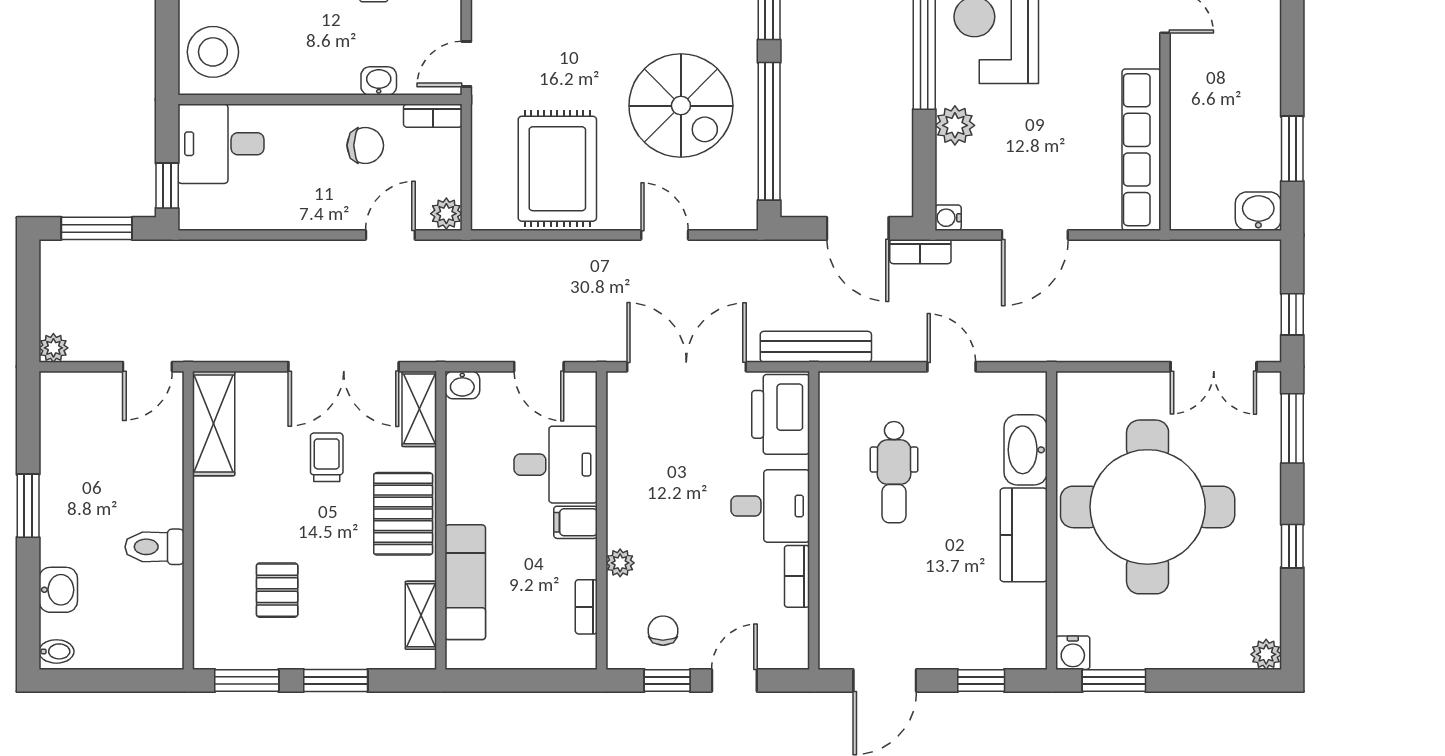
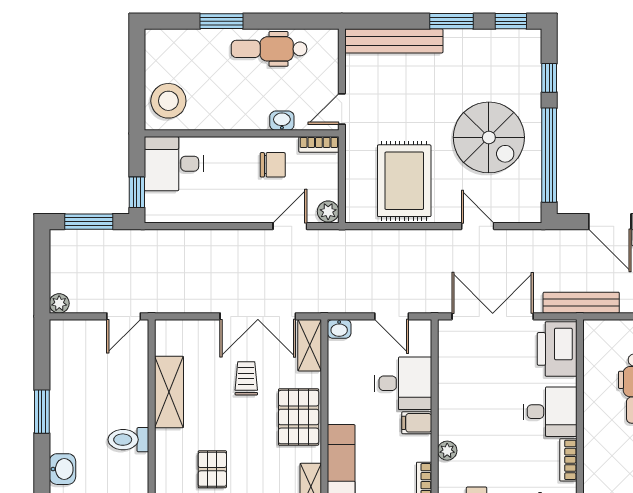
shelving: (214, 423) -> (169, 392), moved

